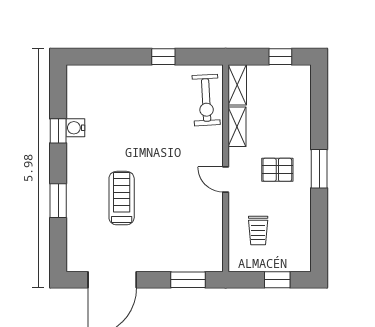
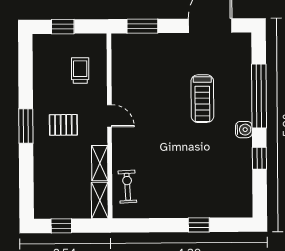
window: (163, 57) -> (199, 225), moved
exercise bike: (206, 100) -> (127, 187), width x0.73, depth x0.72
water cooler: (75, 128) -> (244, 130), moved
window: (58, 201) -> (259, 96), width x2.11

